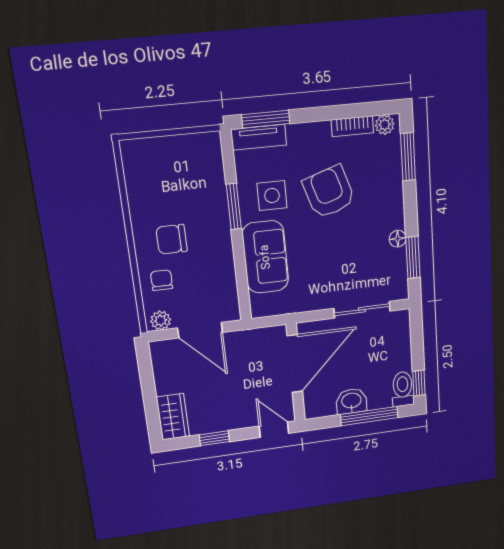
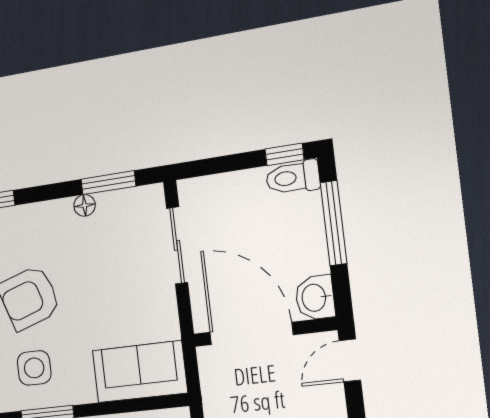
sofa: (265, 257) -> (140, 372), moved
washbasin: (351, 401) -> (315, 298), moved

